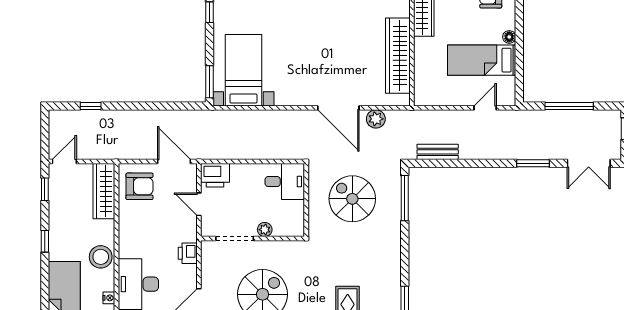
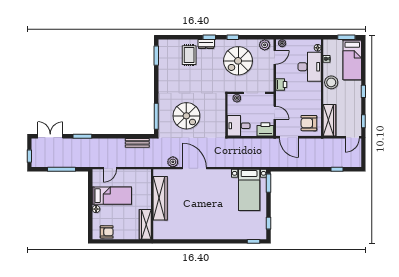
desk: (285, 182) -> (239, 126), moved
wall: (306, 200) -> (226, 115), moved

